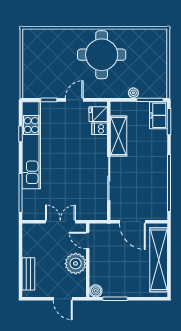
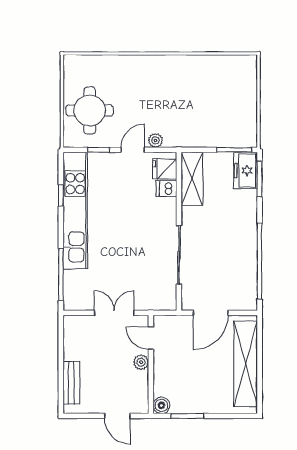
round table: (102, 55) -> (90, 110), moved, width x0.73, depth x0.73
plant: (133, 93) -> (155, 140), moved
shelving: (119, 136) -> (192, 179), moved
door: (132, 222) -> (211, 313), hinge flipped
plant: (76, 264) -> (141, 362), width x0.53, depth x0.53

